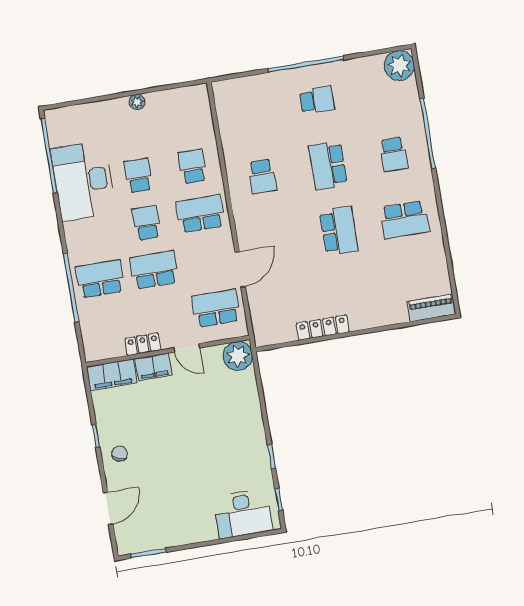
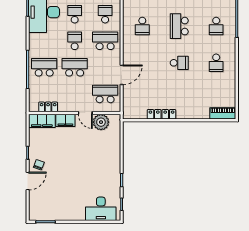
school desk: (405, 220) -> (216, 63), width x0.54
school desk: (339, 231) -> (179, 63), width x0.54
locker: (143, 344) -> (48, 107), moved
plant: (238, 356) -> (101, 122), moved
door: (108, 508) -> (28, 181), moved

